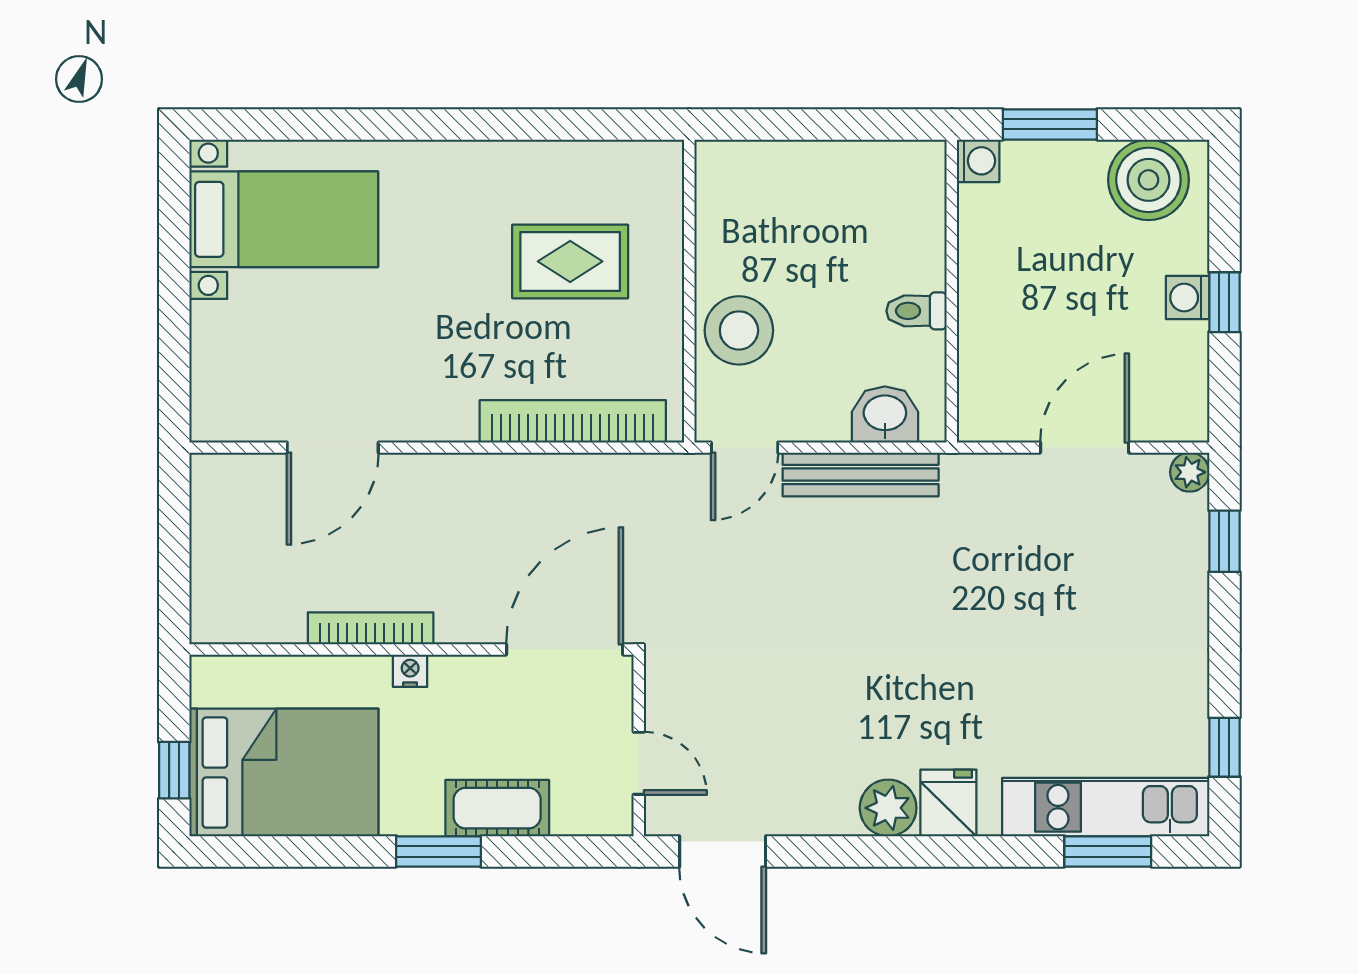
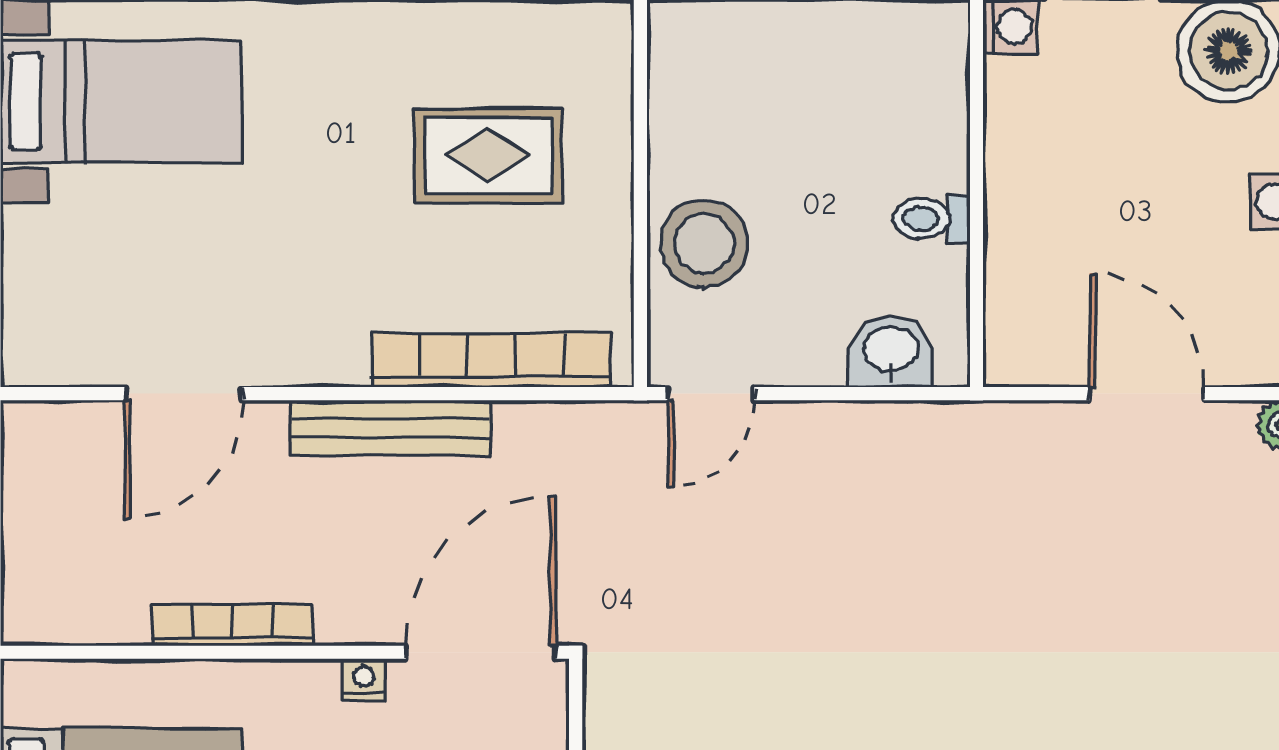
door: (1085, 448) -> (1147, 394), hinge flipped
bench: (861, 474) -> (390, 428), moved
nightstand: (410, 671) -> (364, 679), moved

